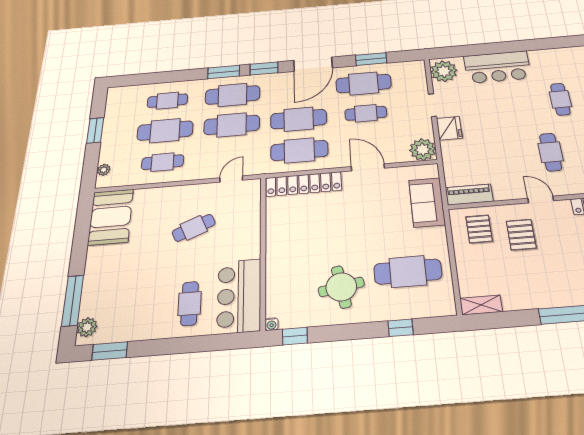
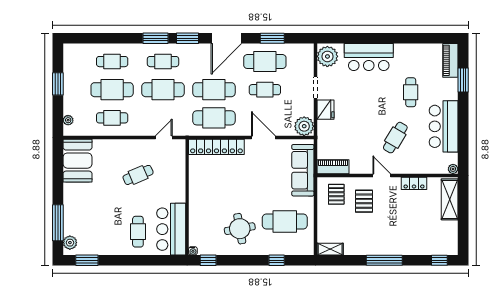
cafe table: (233, 95) -> (163, 62), width x0.73, depth x0.74
cafe table: (551, 152) -> (395, 138), turned 31
sofa: (427, 202) -> (303, 170), width x1.36

